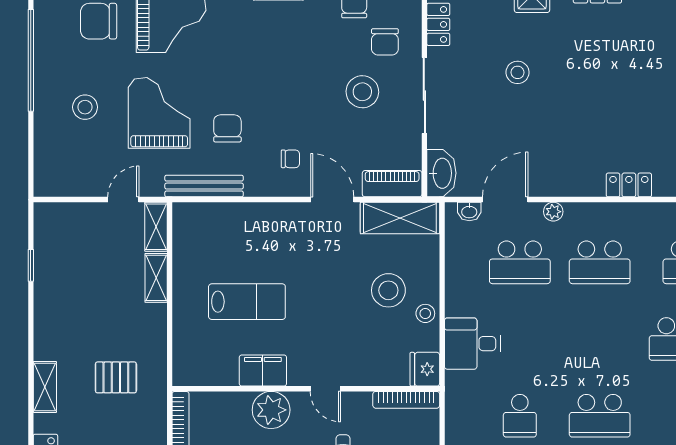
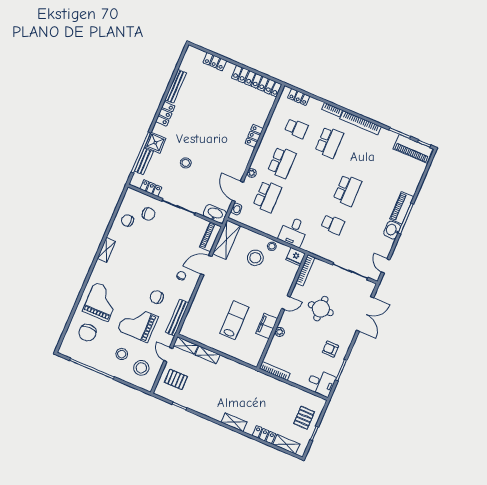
stool: (362, 92) -> (141, 368), moved
pallet: (116, 377) -> (176, 379), moved, turned 90
plant: (271, 410) -> (280, 332), width x0.53, depth x0.53

